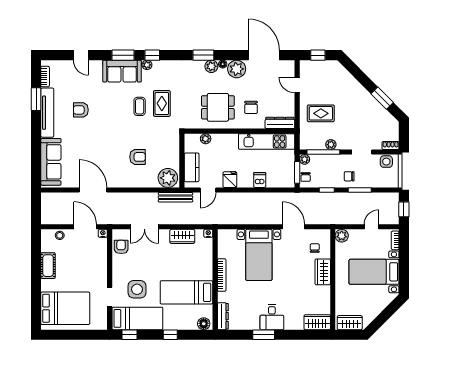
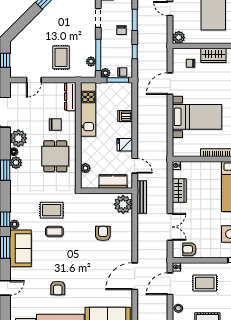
plant: (331, 145) -> (91, 61), moved
rug: (86, 263) -> (205, 283), added

